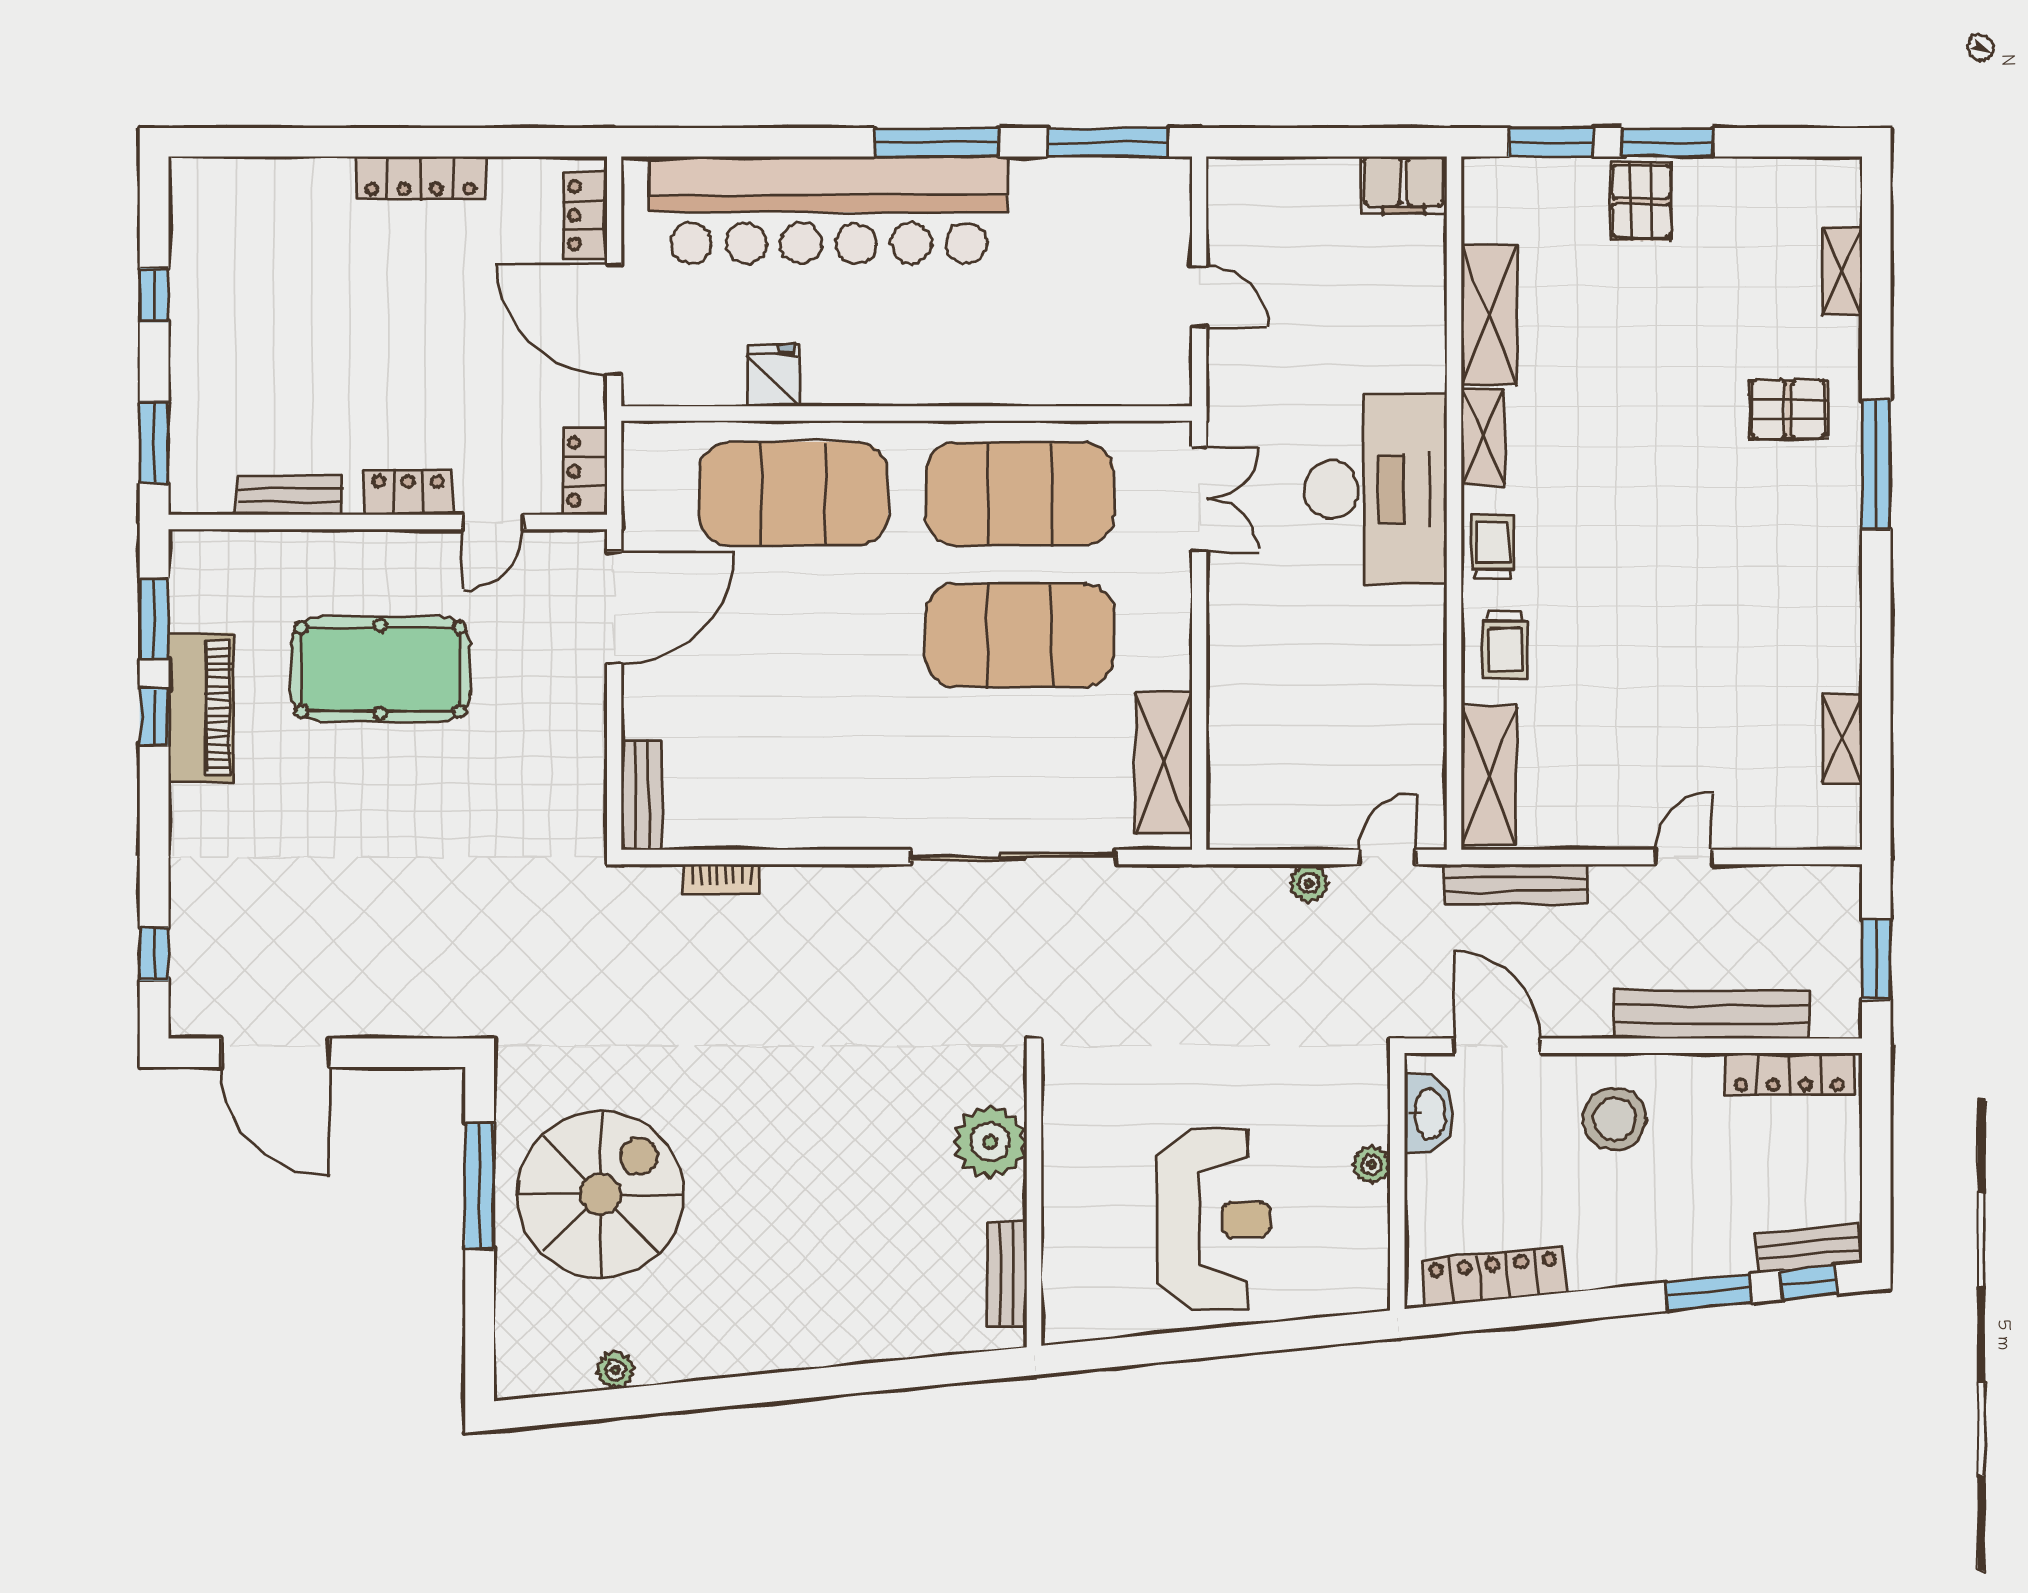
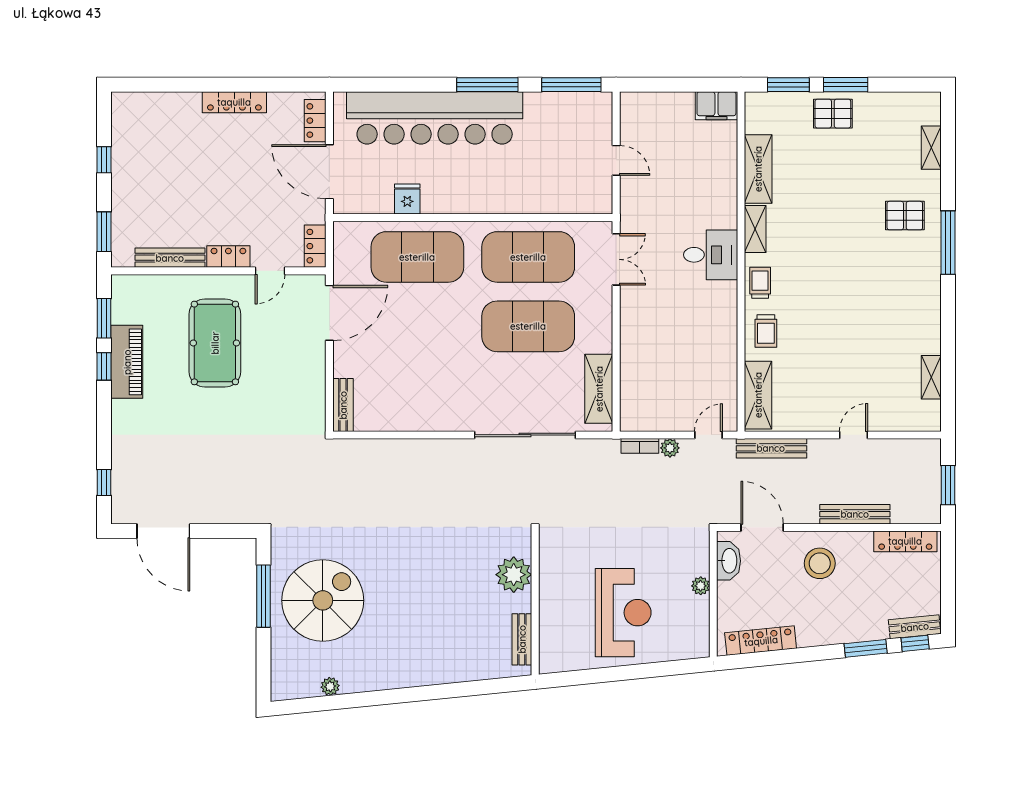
pallet: (1641, 201) -> (833, 114), turned 90
desk: (1375, 489) -> (711, 255), width x0.53, depth x0.77
bench: (289, 495) -> (170, 258), width x1.36
pool table: (380, 669) -> (215, 343), turned 90
bookcase: (722, 879) -> (640, 446), moved
bench: (1712, 1014) -> (855, 514), width x0.73, depth x0.82

